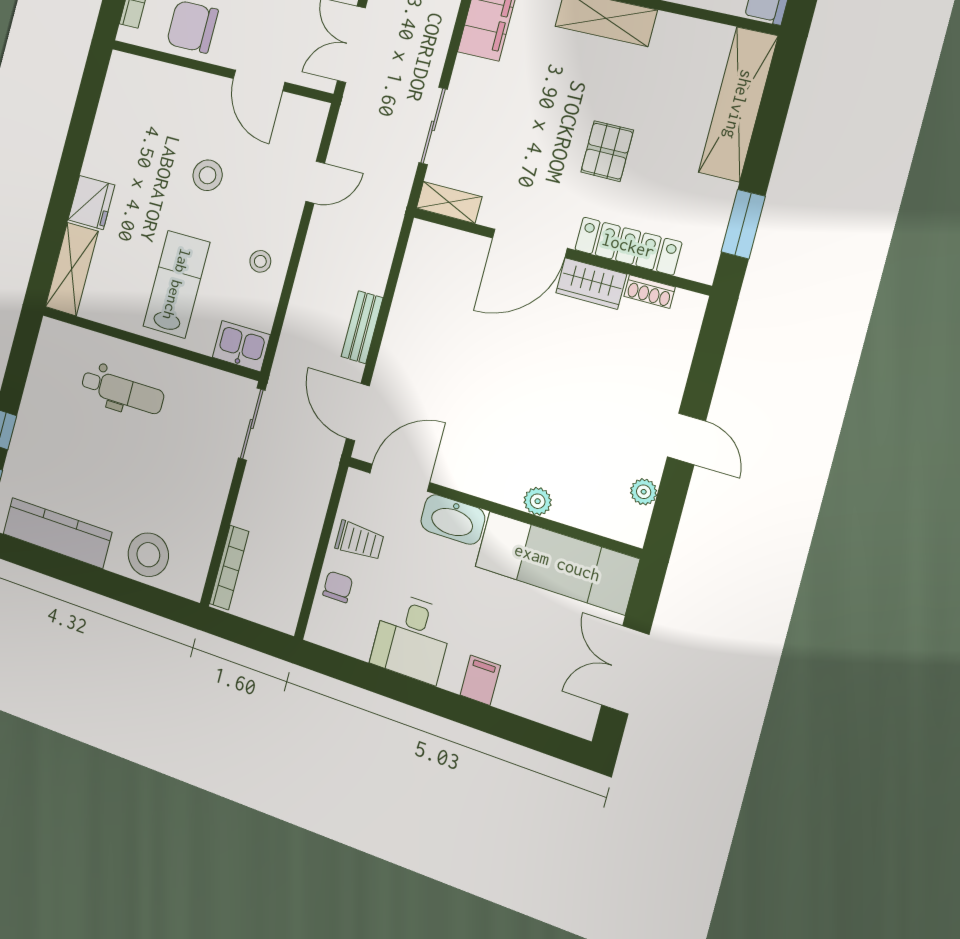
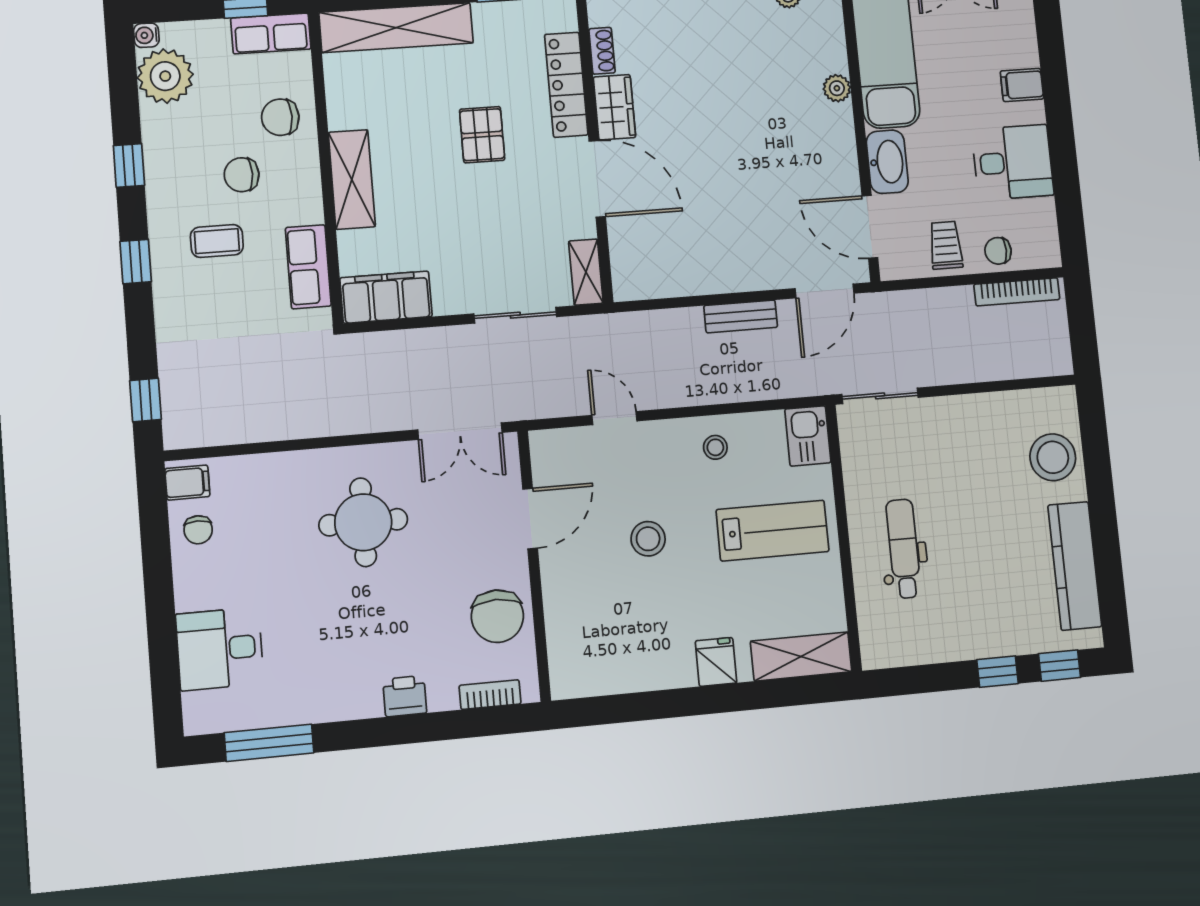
pallet: (607, 151) -> (482, 135), turned 90
fridge: (91, 202) -> (716, 662), width x0.72
lab bench: (176, 284) -> (773, 531), turned 180
bookcase: (229, 568) -> (1017, 292), moved, turned 180

